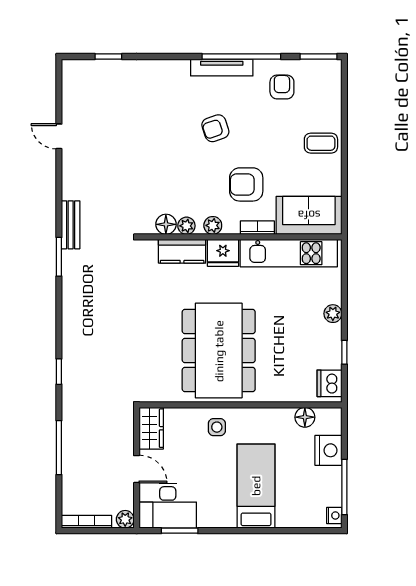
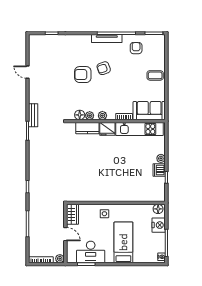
armchair: (246, 184) -> (83, 75), moved
dining table: (219, 351) -> (105, 176), removed
dishwasher: (329, 383) -> (159, 170), moved
floor lamp: (305, 417) -> (158, 209), moved
desk: (168, 506) -> (91, 252), moved

